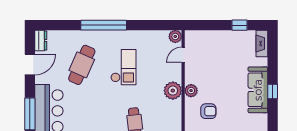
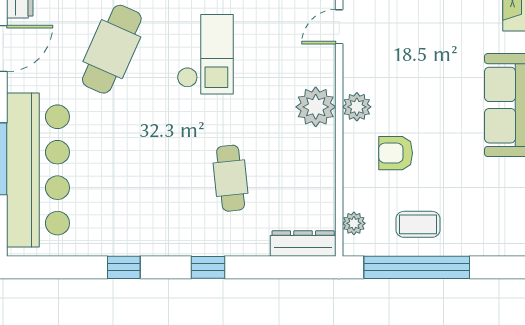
armchair: (208, 111) -> (396, 153), turned 180

